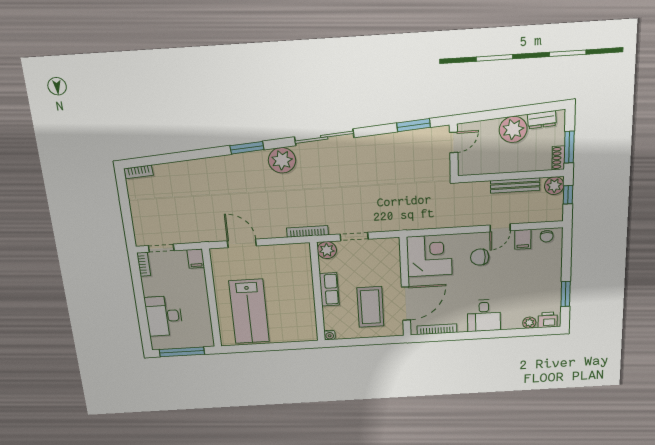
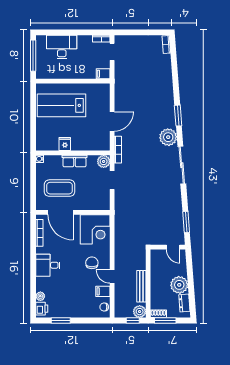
door: (242, 243) -> (112, 121), moved
fridge: (305, 304) -> (65, 144), added

